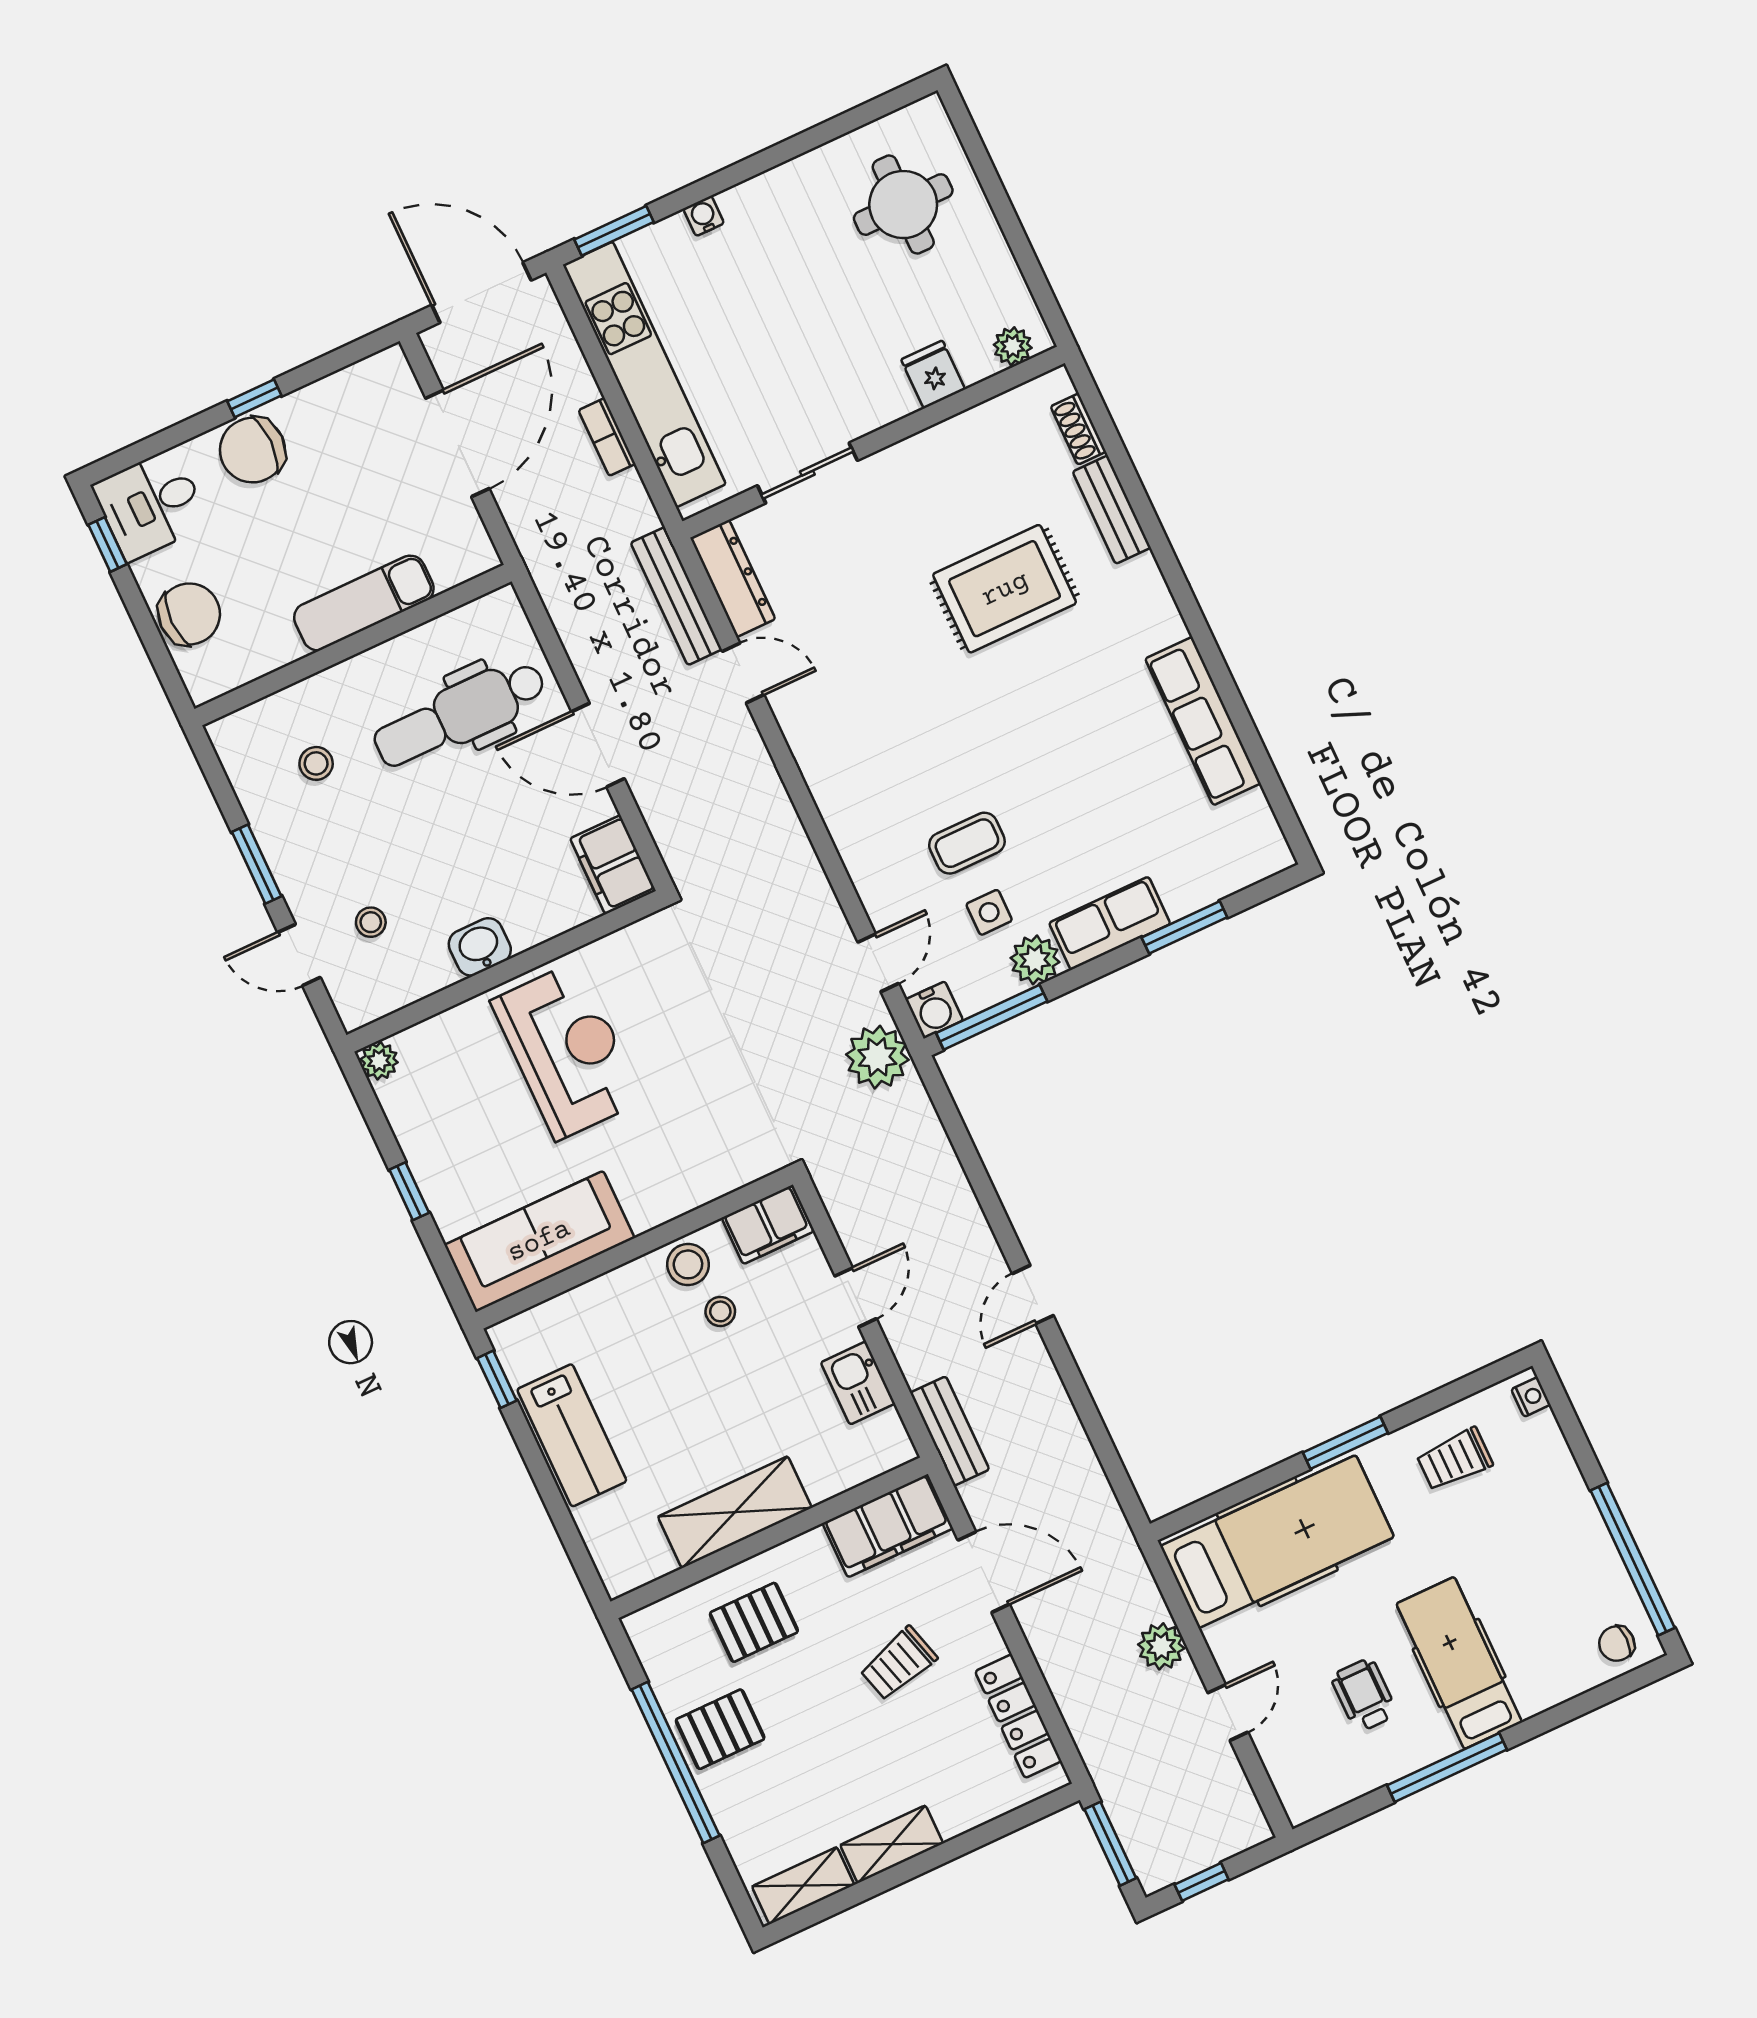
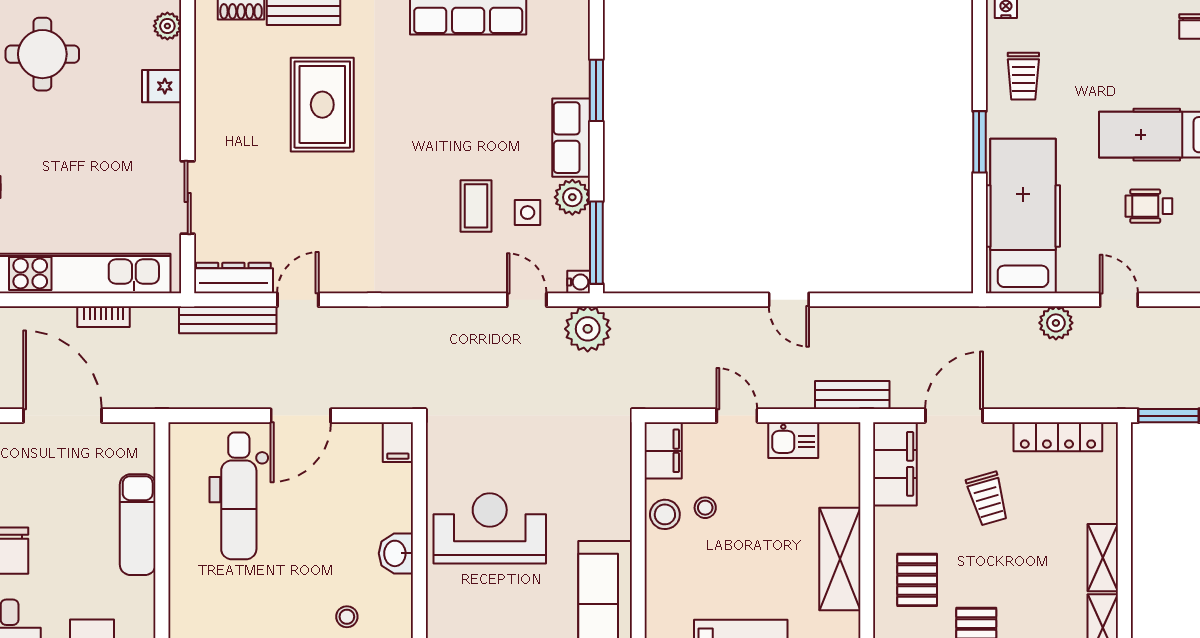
stool: (316, 763) -> (227, 604), removed
filing cabinet: (613, 865) -> (398, 442), width x0.50
water cooler: (934, 1010) -> (579, 282), width x0.72, depth x0.72

